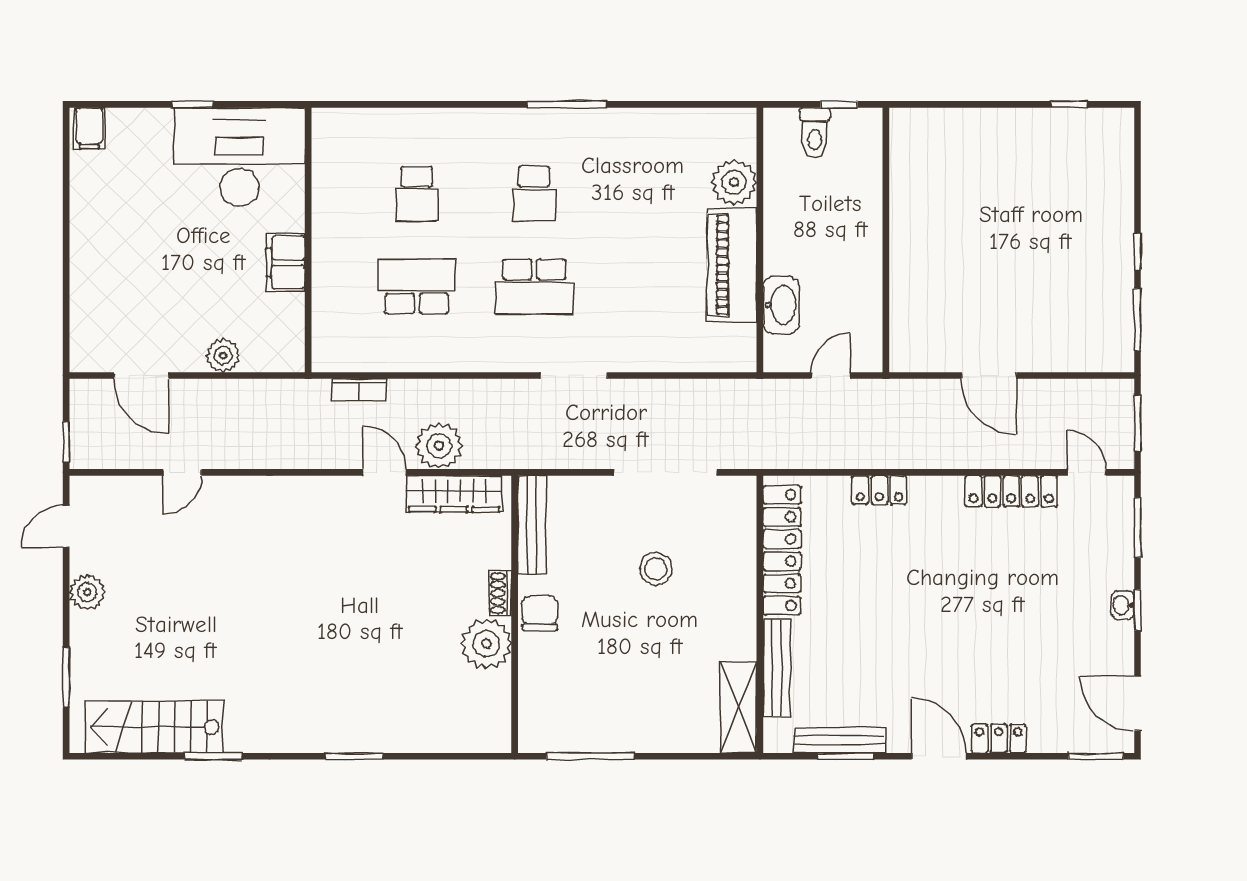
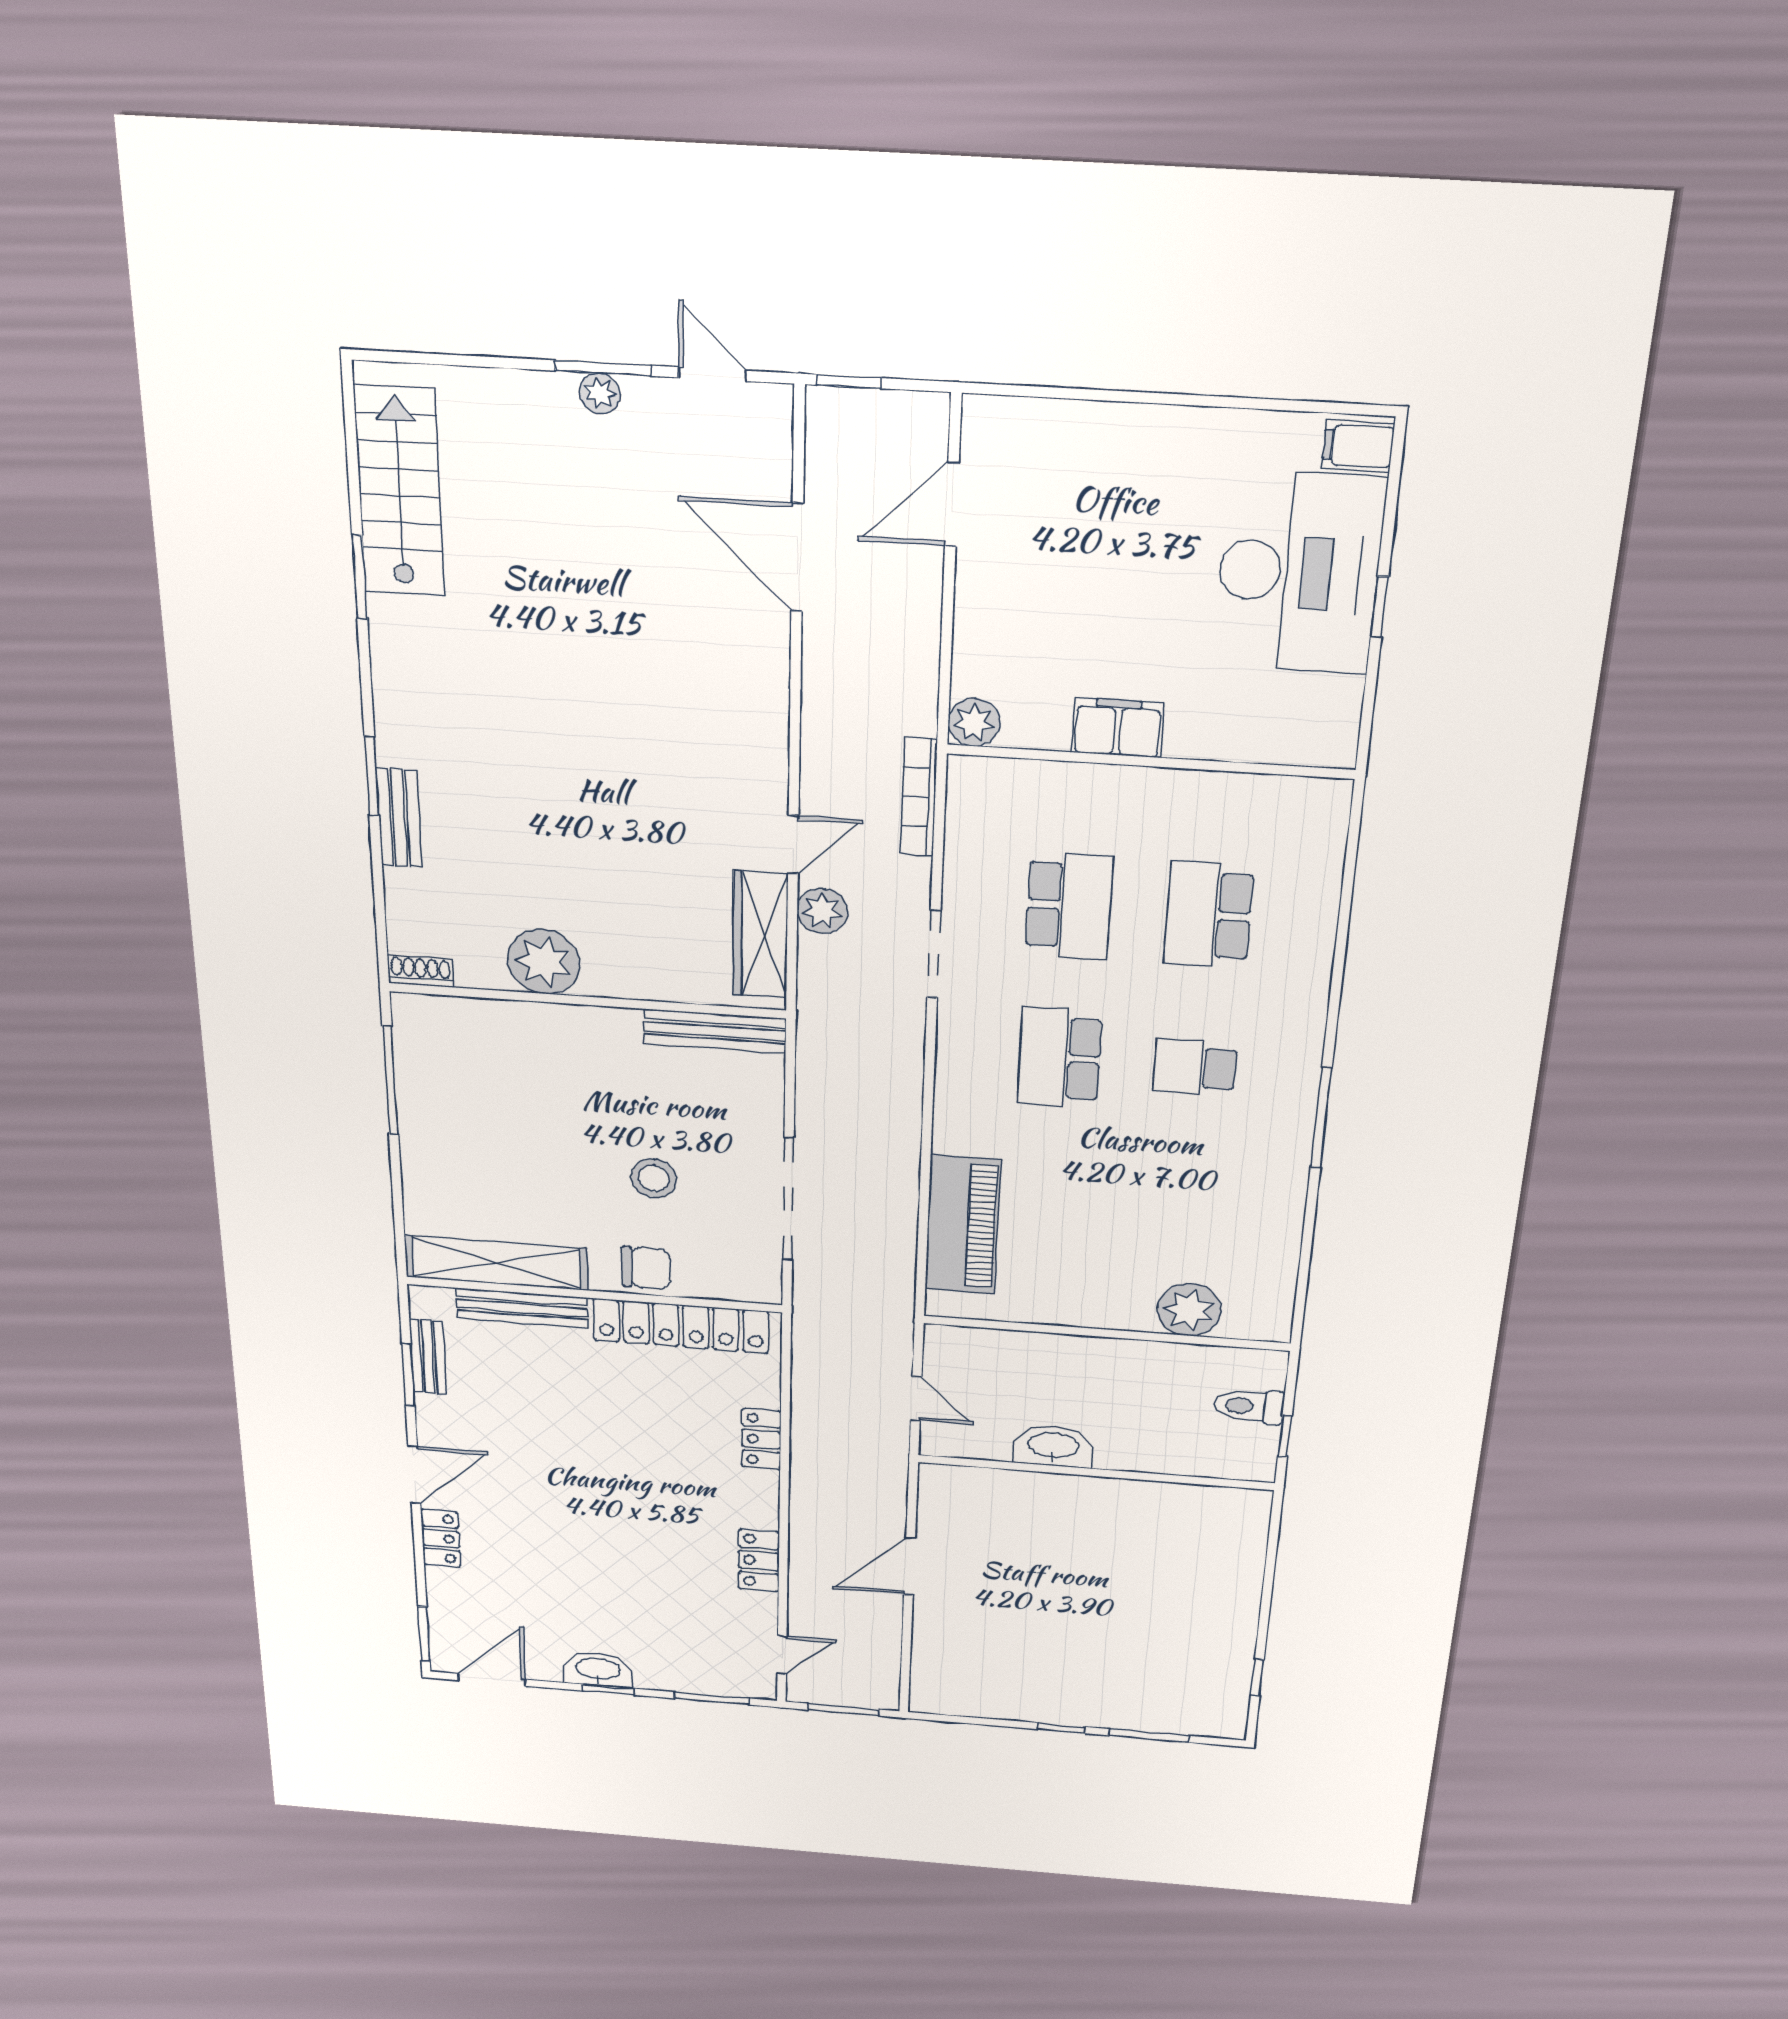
desk: (240, 157) -> (1299, 572), moved
school desk: (417, 194) -> (1209, 915), width x1.85
piano: (732, 265) -> (962, 1225), moved, turned 90
washbasin: (781, 305) -> (1053, 1446), moved, turned 180
window: (1138, 320) -> (1149, 1736), moved
plant: (223, 355) -> (974, 722), moved
doorway: (574, 375) -> (934, 954), moved
bookcase: (359, 390) -> (919, 797), width x1.56
plant: (439, 446) -> (822, 911), width x0.73, depth x0.73
door: (182, 472) -> (797, 557), width x1.88
locker: (1011, 491) -> (759, 1561), width x0.66
plant: (87, 592) -> (600, 393), width x0.73, depth x0.73
shoe rack: (500, 593) -> (421, 971), moved
washbasin: (1123, 605) -> (598, 1670), width x1.91, depth x1.45
chair: (540, 613) -> (646, 1268), moved
window: (66, 677) -> (603, 368), moved
shelving: (738, 707) -> (496, 1263), width x1.47
bench: (384, 739) -> (399, 818), added
bench: (839, 740) -> (428, 1357), width x0.73

